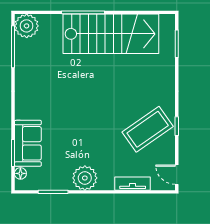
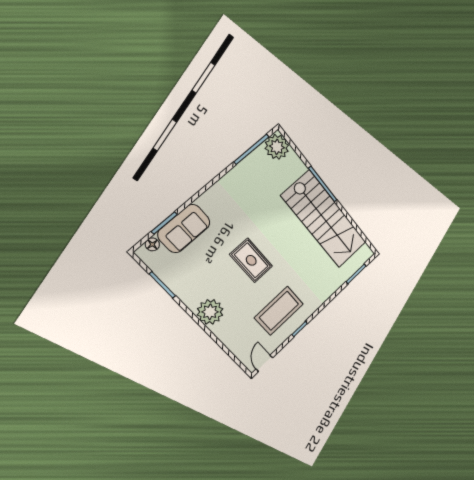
rug: (91, 117) -> (251, 260), added
coffee table: (148, 129) -> (279, 311), turned -55
plant: (85, 178) -> (210, 312), moved
tv unit: (133, 184) -> (228, 339), removed

